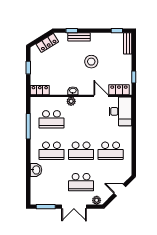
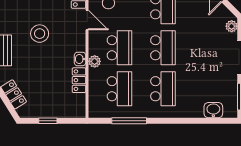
locker: (40, 90) -> (79, 80), moved
door: (101, 96) -> (87, 20), swing flipped
washbasin: (36, 170) -> (213, 110), moved
school desk: (81, 182) -> (119, 48), moved

